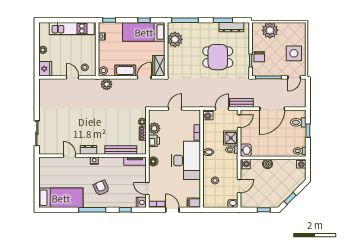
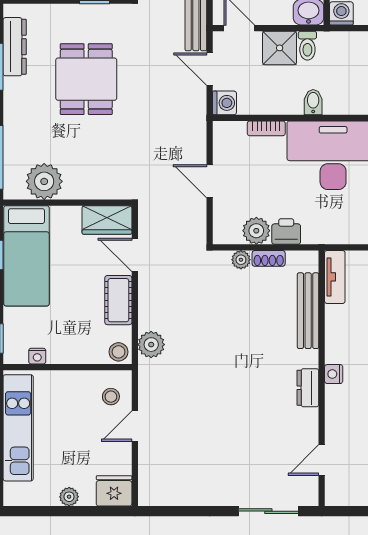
door: (69, 156) -> (322, 460), moved
floor lamp: (153, 161) -> (335, 233), removed

